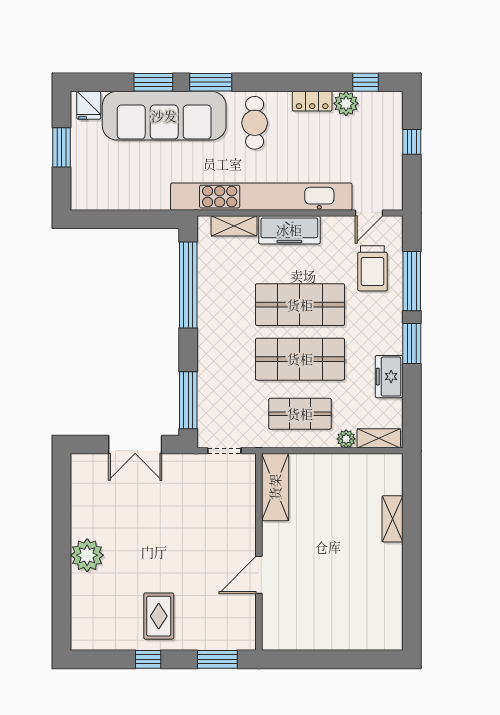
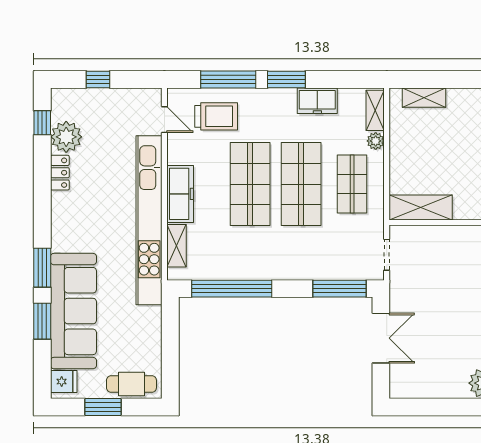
plant: (346, 103) -> (66, 137), width x1.36, depth x1.36
cafe table: (255, 123) -> (131, 384), moved
shelving: (392, 519) -> (424, 98), moved

